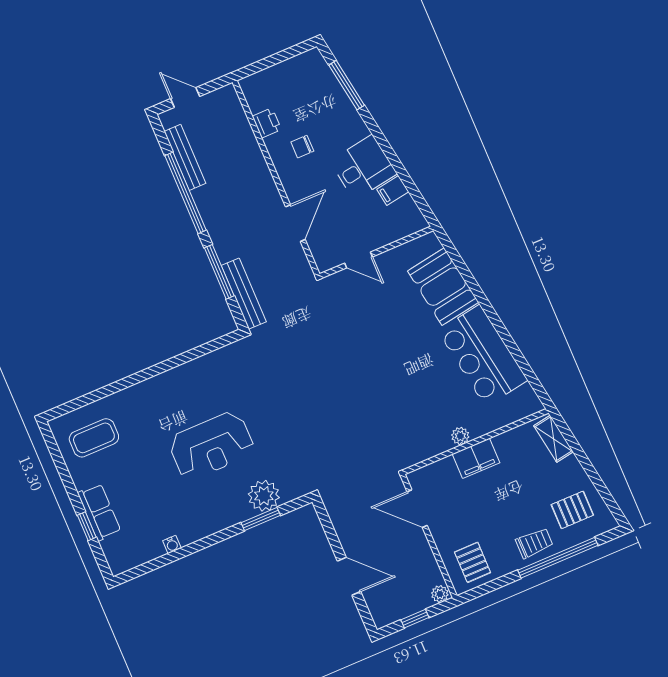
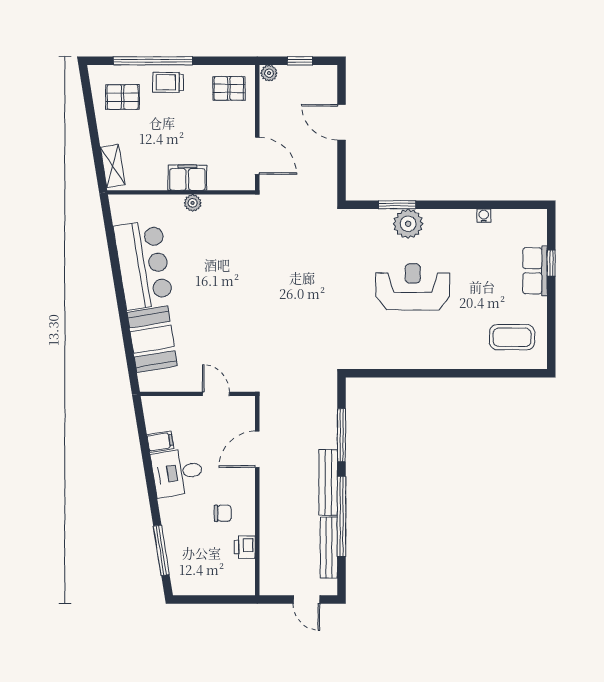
bench: (244, 294) -> (328, 483), moved
plant: (264, 496) -> (408, 224), moved
pallet: (473, 562) -> (229, 88), turned 90

